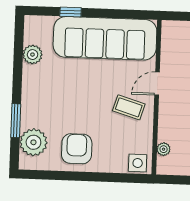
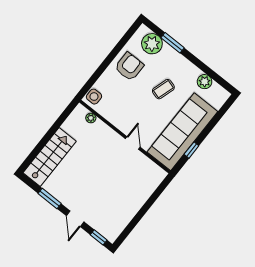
window: (71, 12) -> (191, 150), moved
coffee table: (129, 107) -> (163, 89), moved
armchair: (77, 149) -> (129, 67), turned -90

